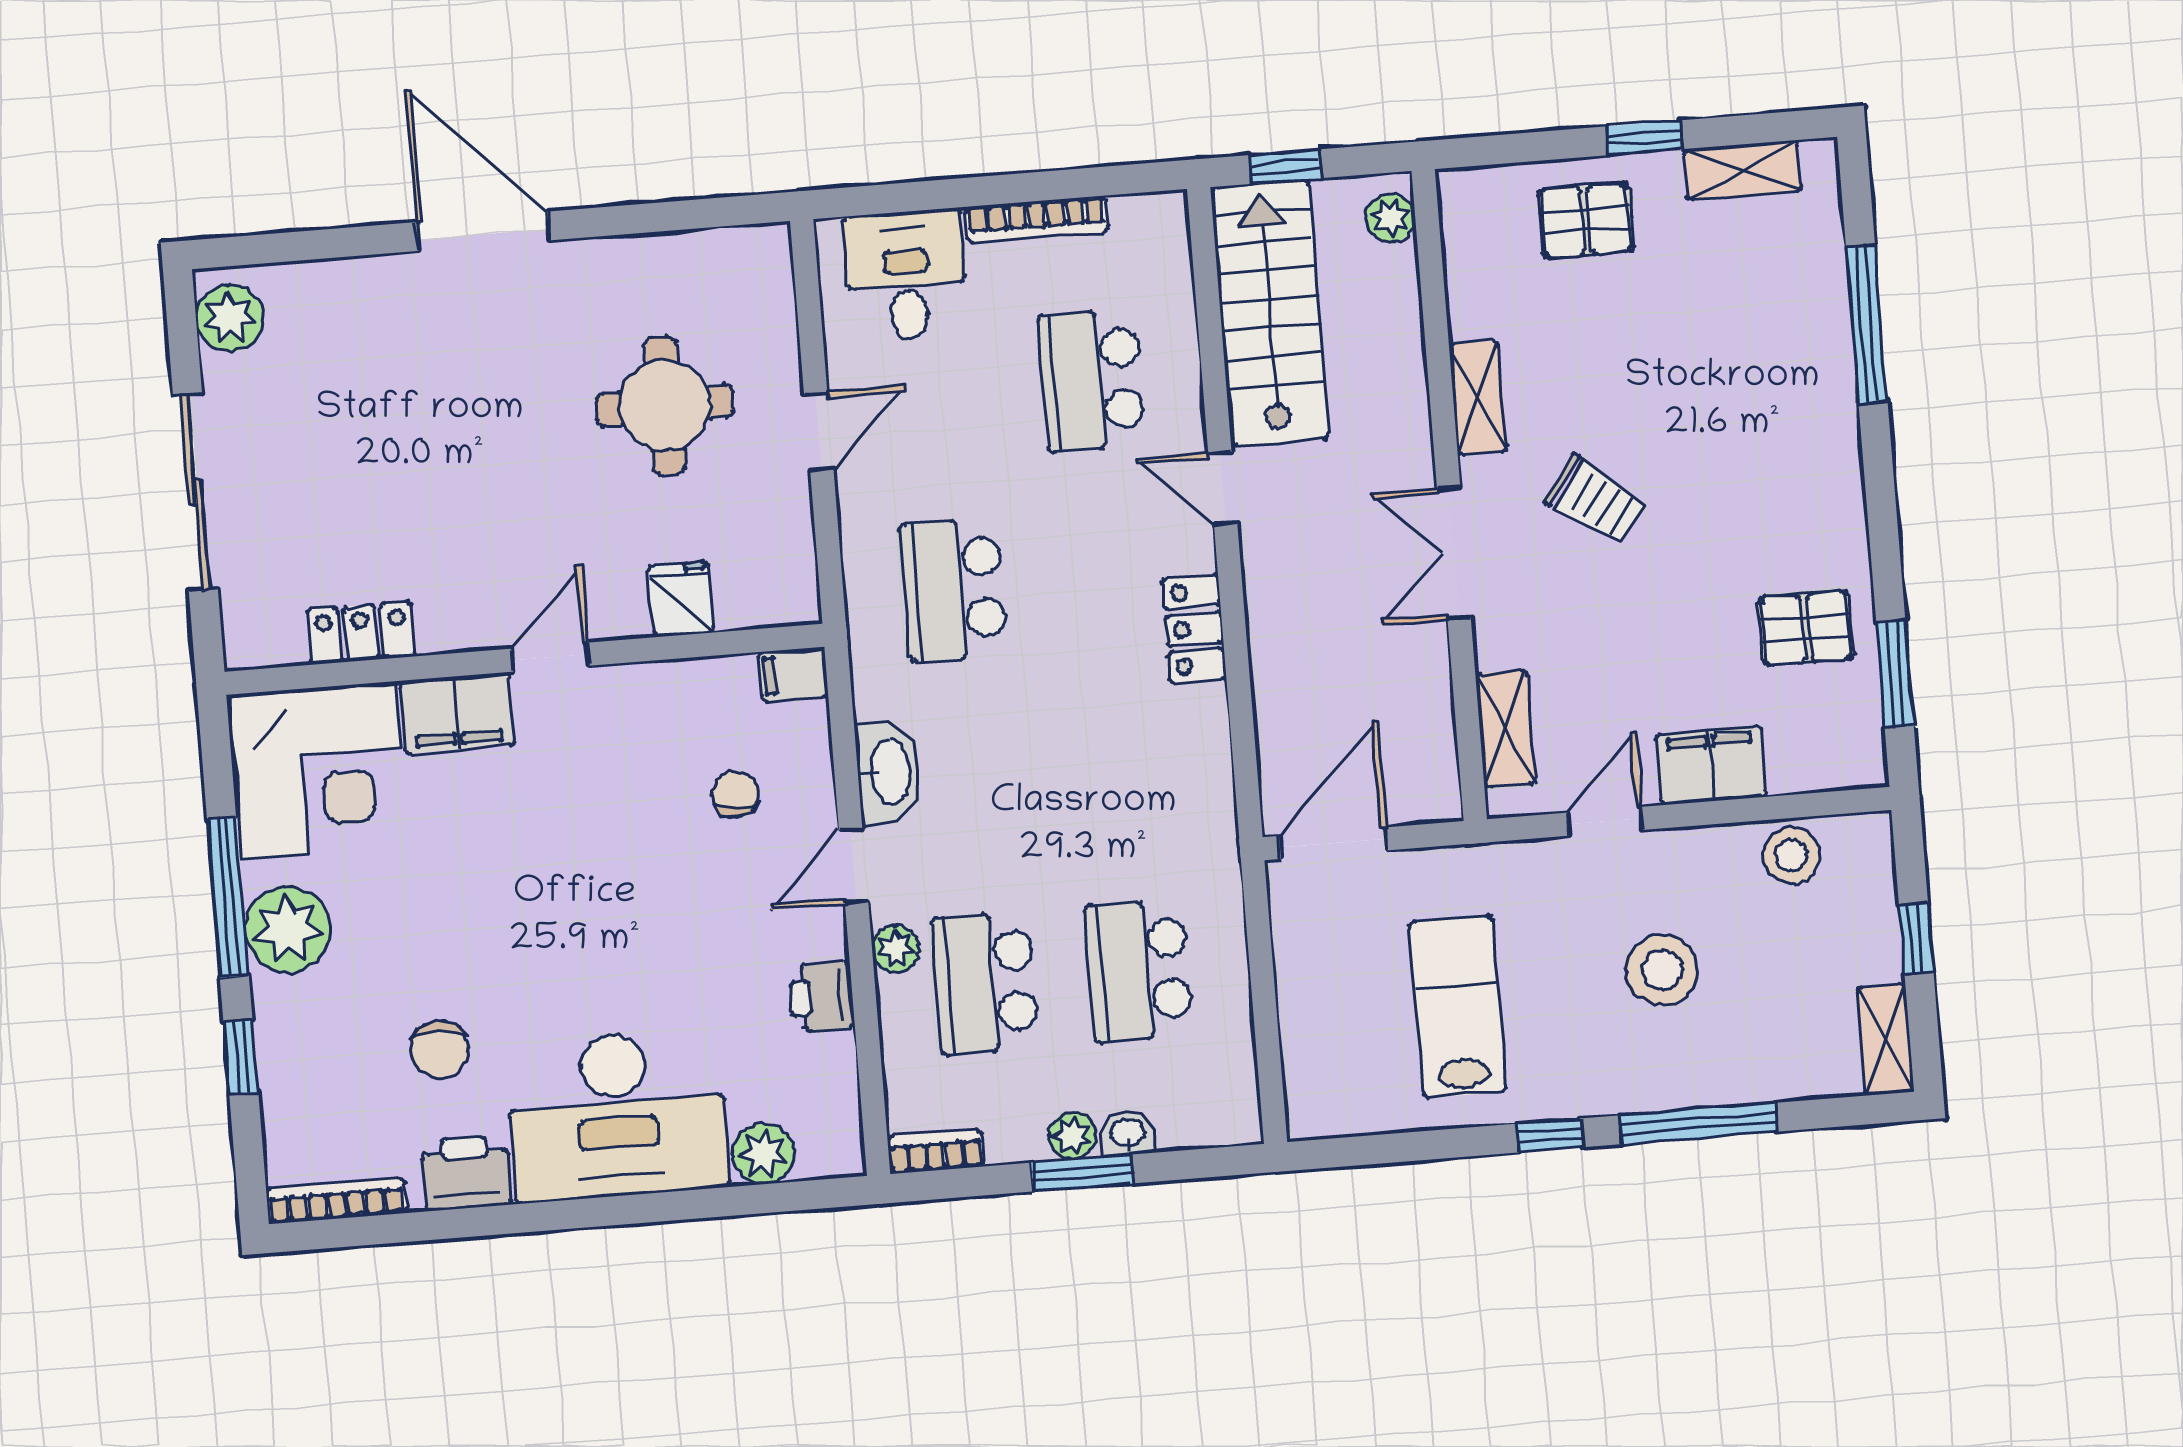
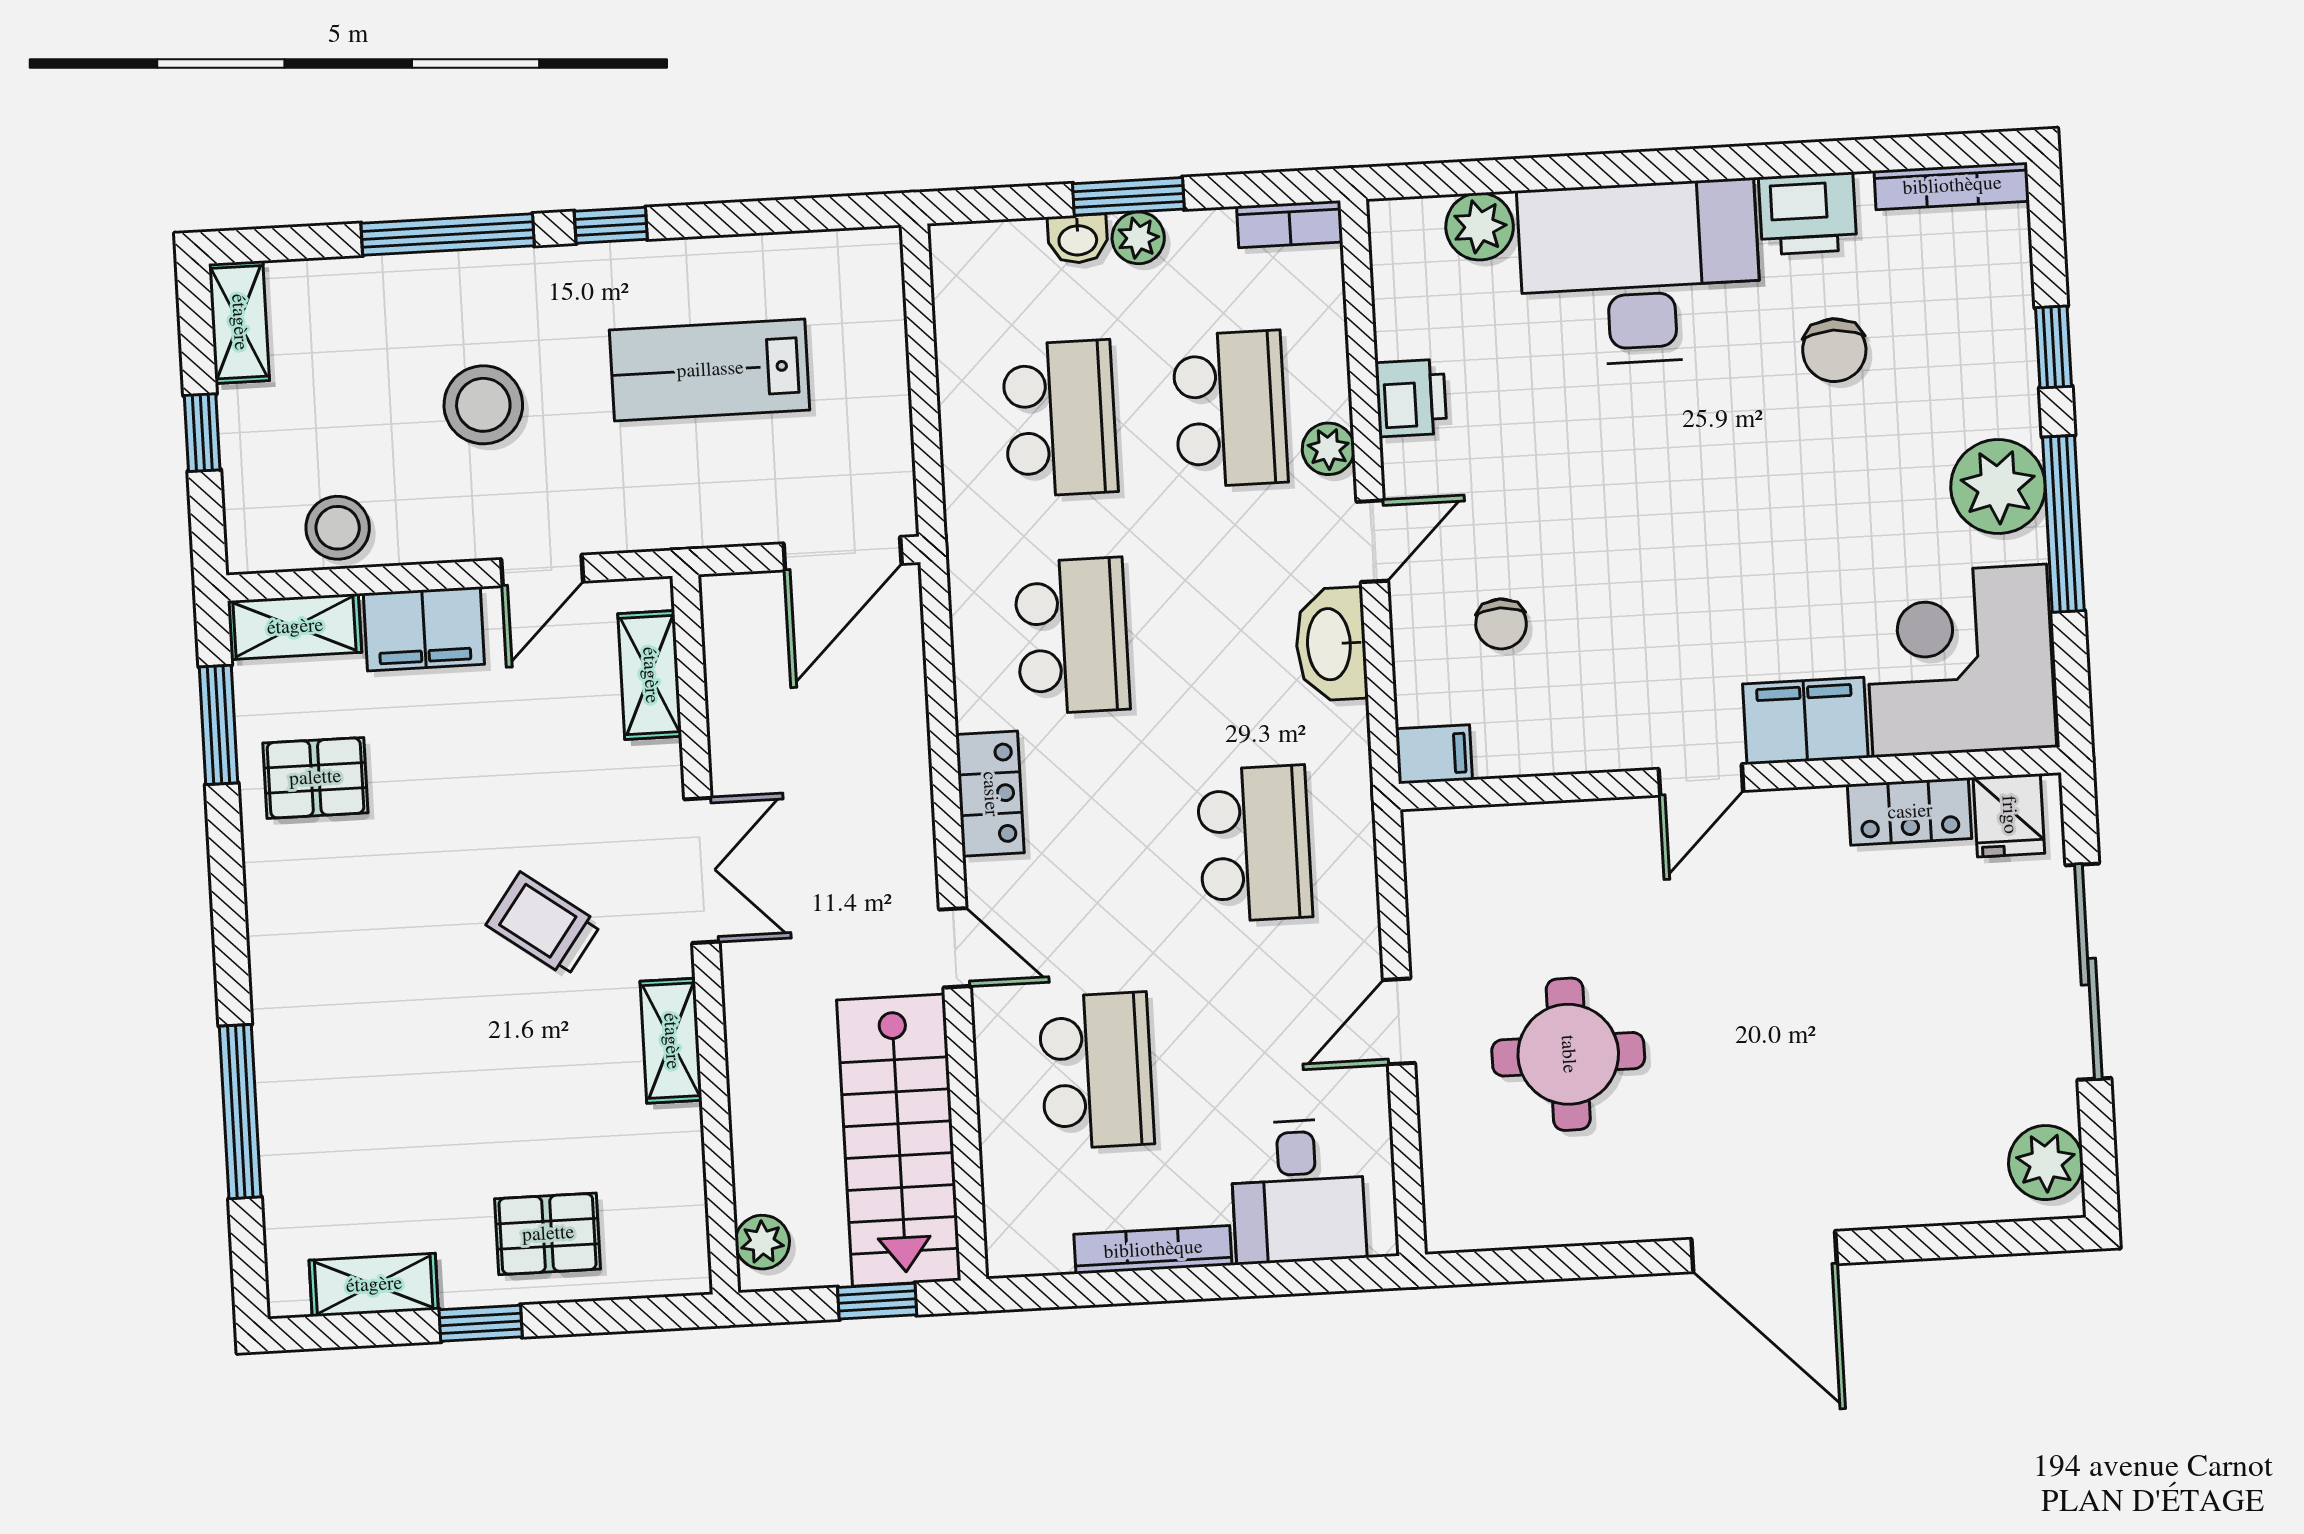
fridge: (681, 599) -> (2009, 815), moved
shelving: (1828, 765) -> (295, 627), added
school desk: (1124, 774) -> (1072, 636), added
lab bench: (1458, 1007) -> (710, 370), turned 90
chair: (439, 1049) -> (1834, 350), turned 180

